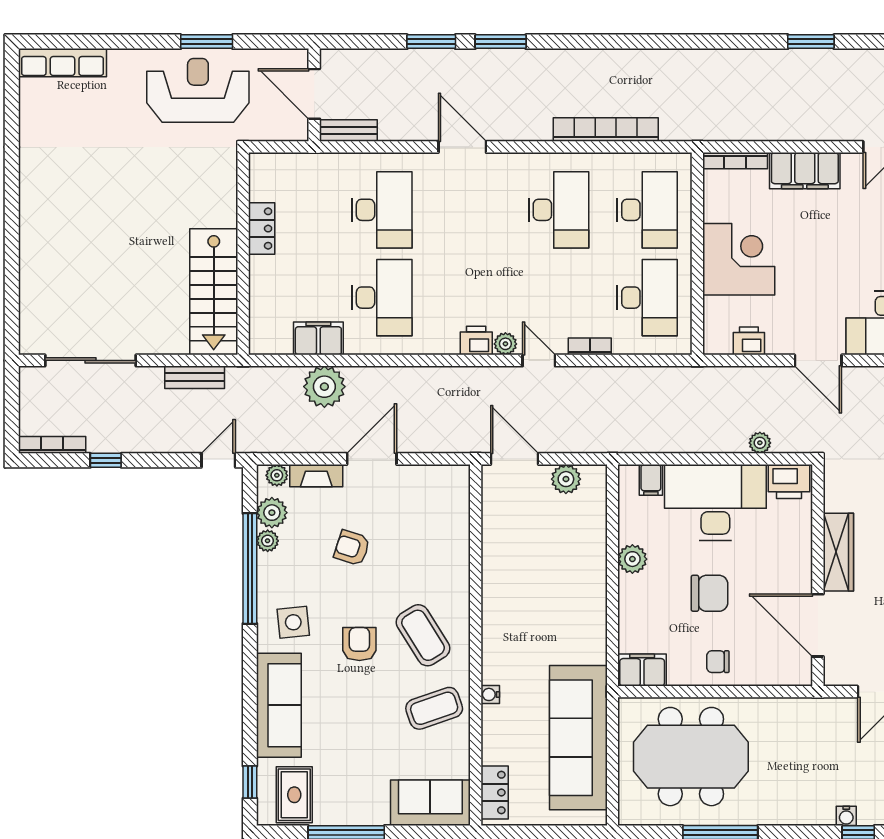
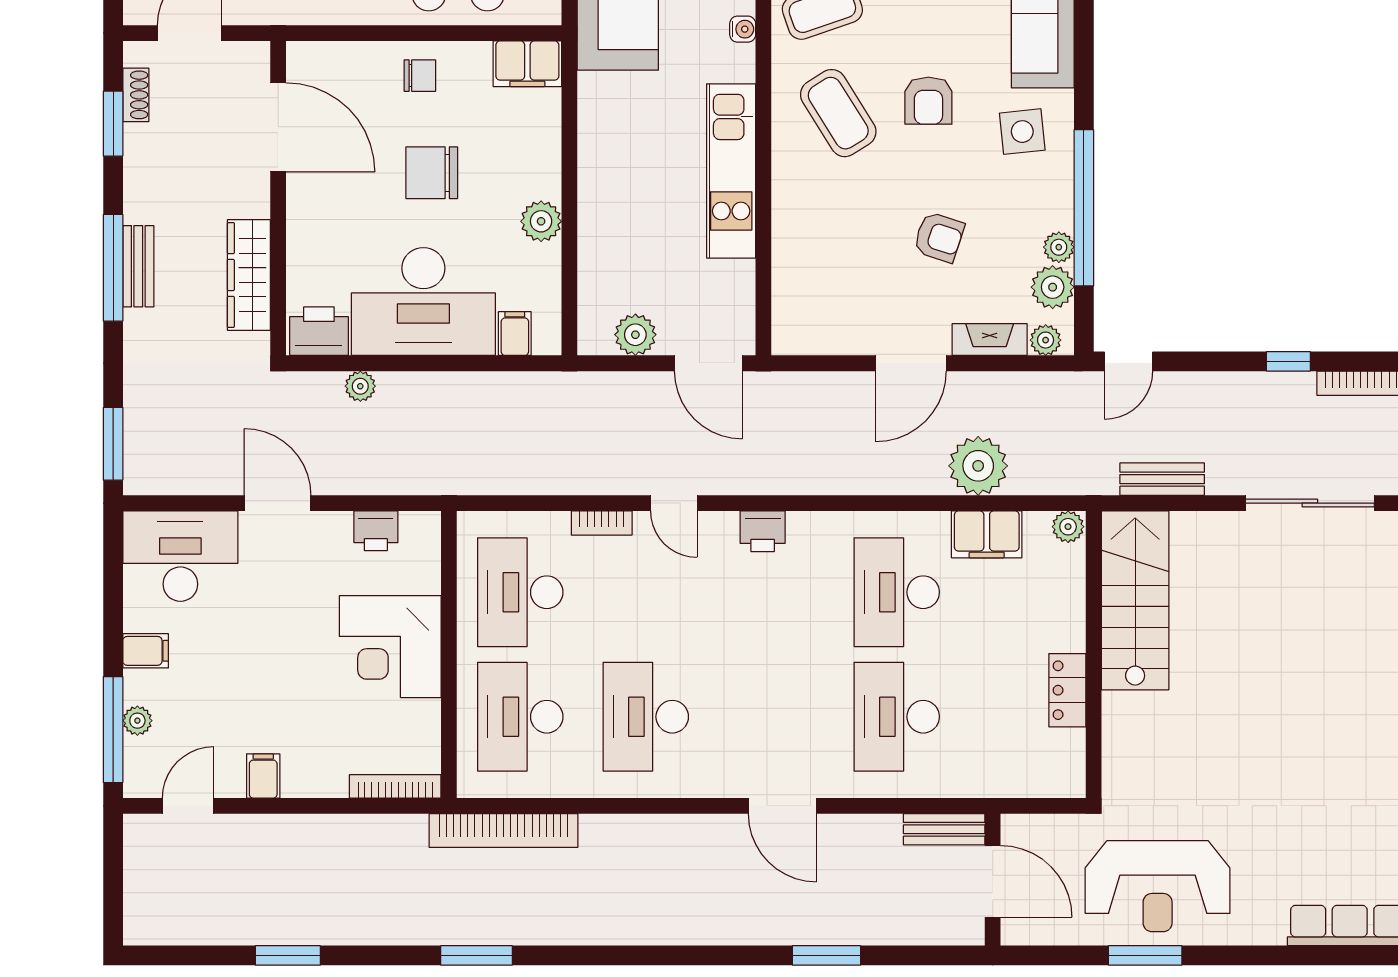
window: (501, 42) -> (476, 955), moved
bookcase: (606, 130) -> (503, 831), moved
filing cabinet: (805, 171) -> (263, 776), width x0.33, depth x0.86
plant: (505, 344) -> (1068, 527), moved
wardrobe: (838, 552) -> (249, 275), moved
kitchen unit: (498, 595) -> (731, 171), added

